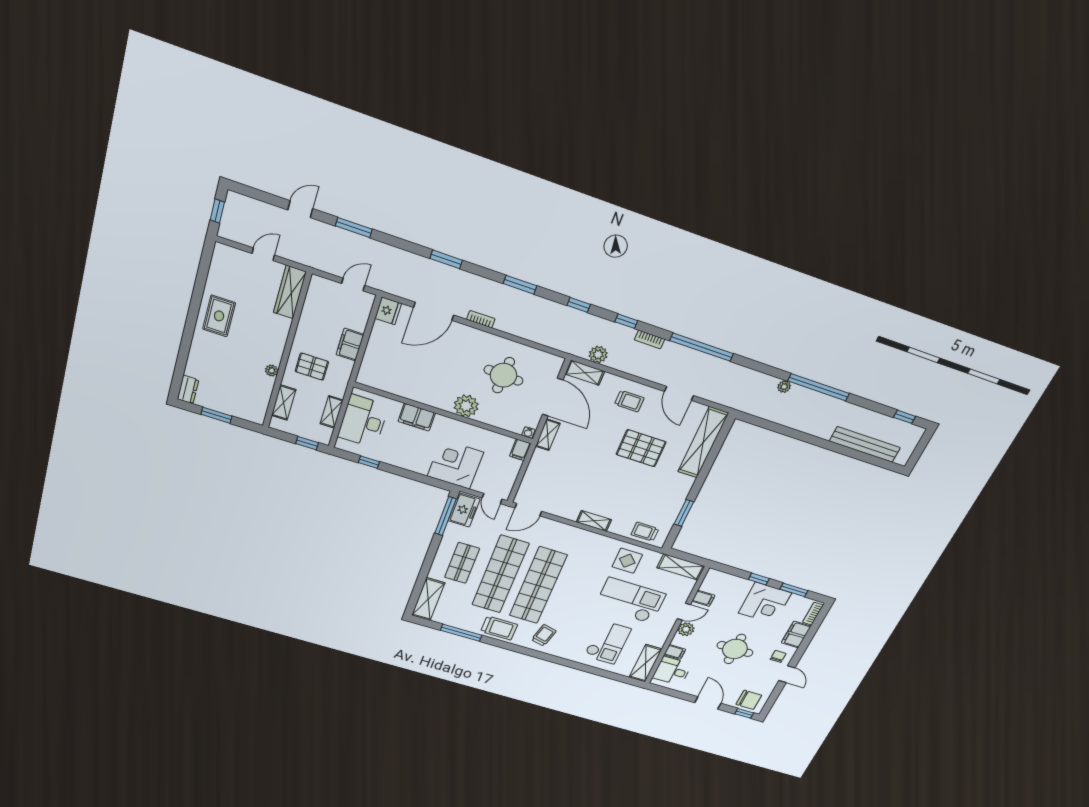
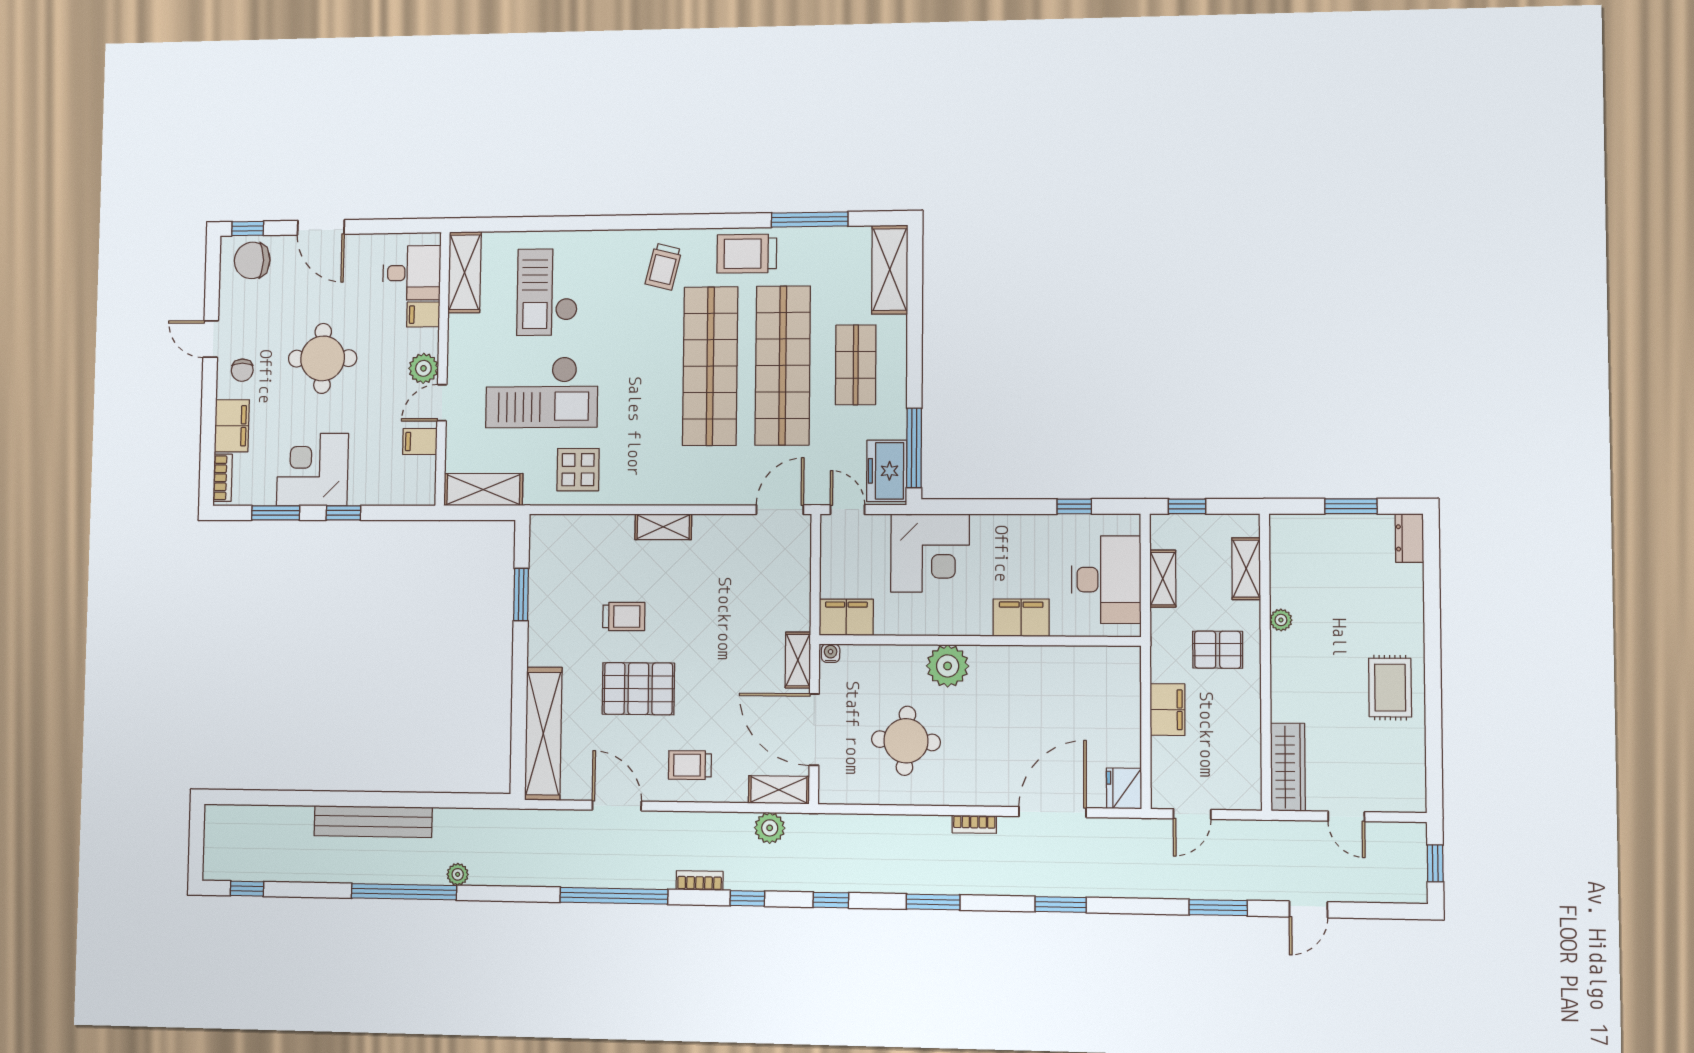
door: (263, 254) -> (1346, 816), hinge flipped
bench: (865, 444) -> (373, 822), moved
filing cabinet: (520, 450) -> (846, 617), width x2.00
trolley: (645, 532) -> (624, 616), moved

